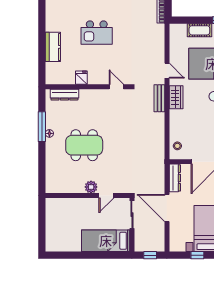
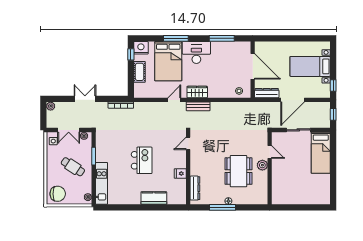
plant: (91, 187) -> (262, 165), moved
wall: (88, 195) -> (270, 168), moved
door: (106, 195) -> (270, 152), moved
window: (197, 255) -> (333, 85), moved

